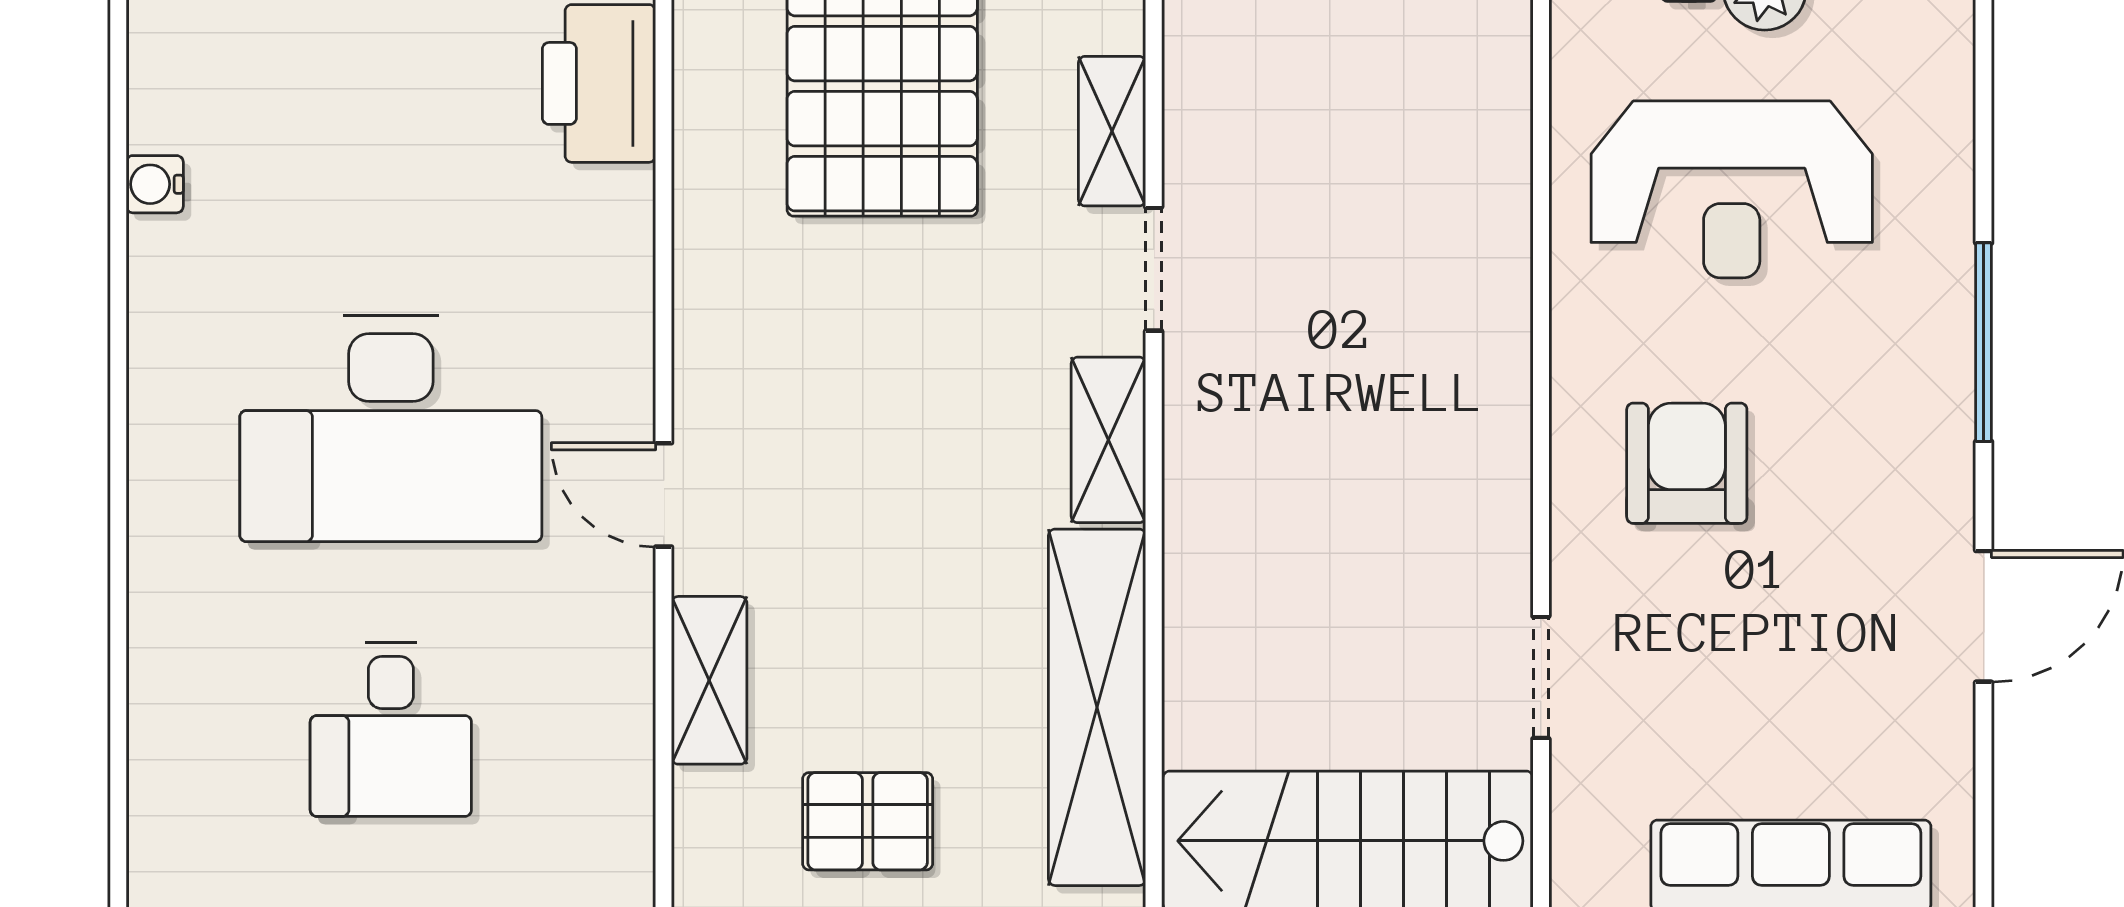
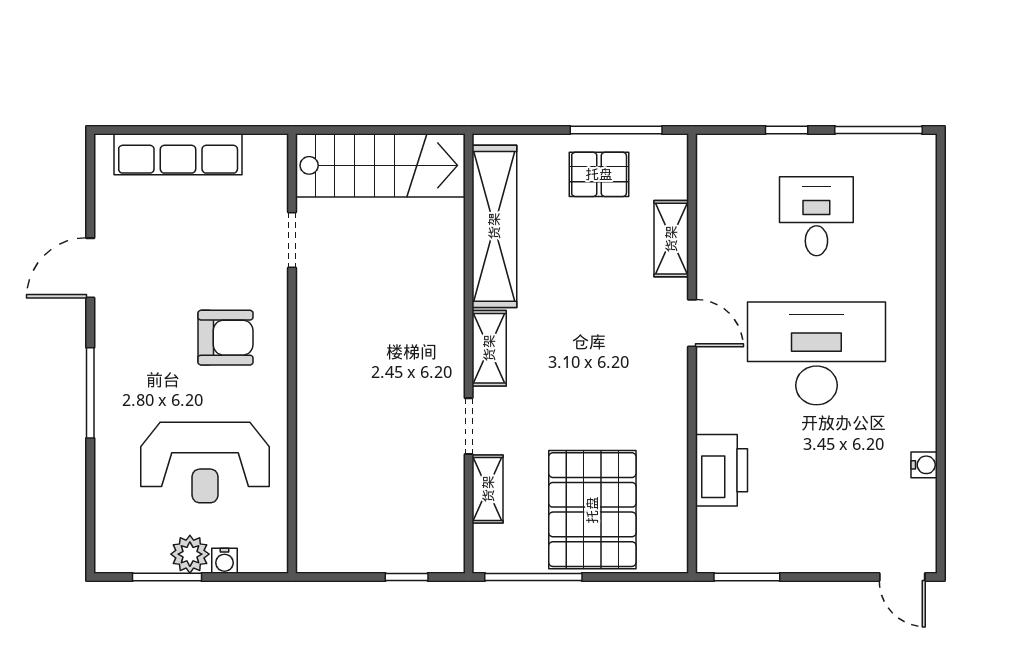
printer: (599, 83) -> (722, 470), moved
reception desk: (1732, 189) -> (205, 463), turned 180
armchair: (1687, 463) -> (225, 338), turned -90

